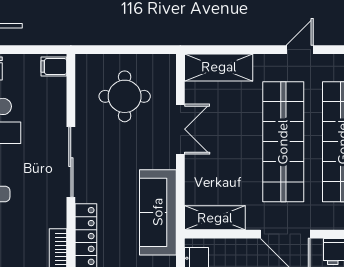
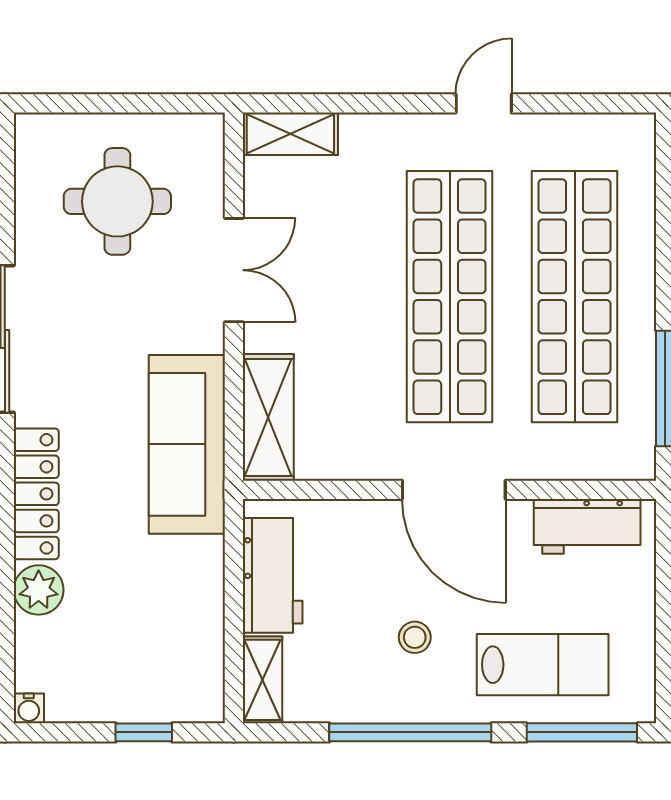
shelving: (219, 67) -> (290, 134), width x0.67, depth x0.75
shelving: (215, 218) -> (268, 417), moved, turned 90

